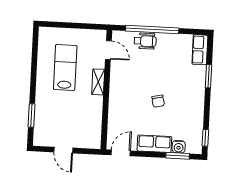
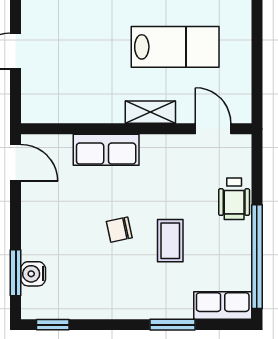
window: (152, 30) -> (257, 257), moved
door: (108, 50) -> (213, 129), swing flipped
coffee table: (165, 75) -> (170, 241), added
row of seats: (154, 144) -> (106, 150), moved, turned 90

